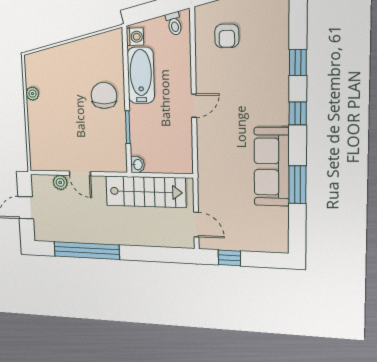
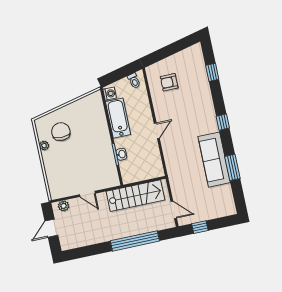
armchair: (227, 36) -> (169, 82), turned 90
window: (298, 62) -> (212, 72), moved
chair: (104, 95) -> (61, 132), moved
washbasin: (138, 165) -> (121, 154), moved
plant: (60, 182) -> (64, 206), moved
window: (87, 251) -> (135, 241), moved

